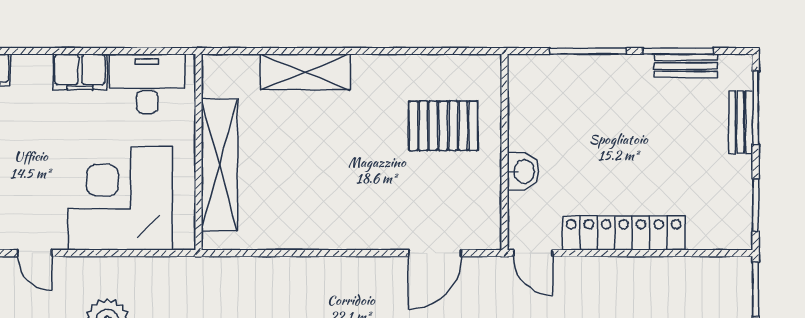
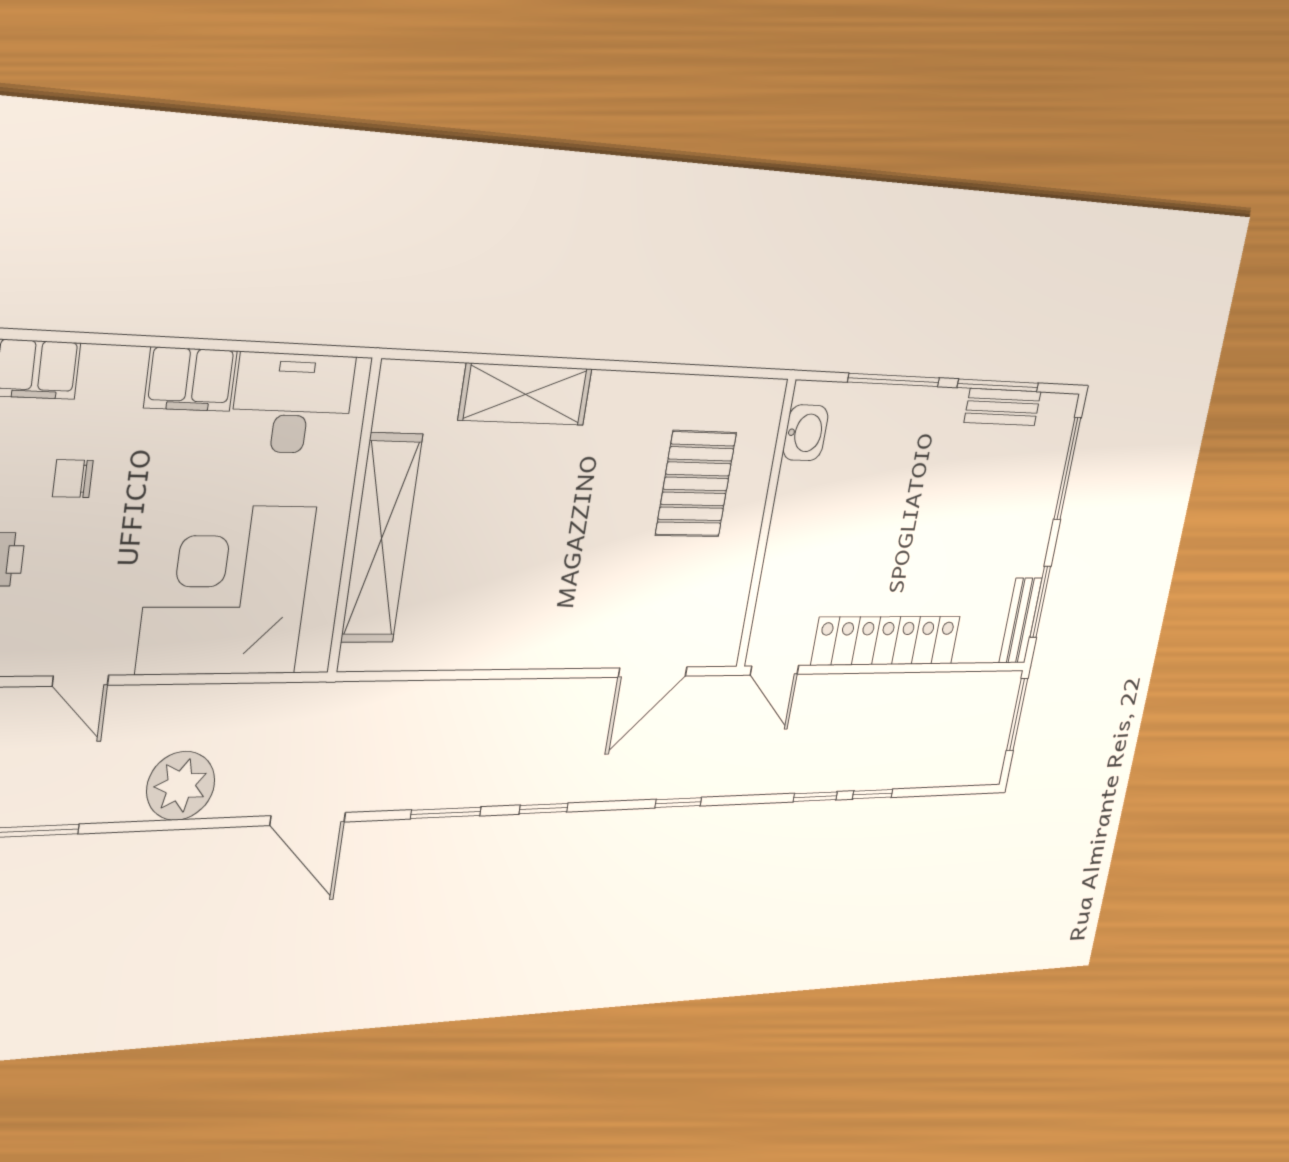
bench: (741, 122) -> (1020, 621), moved
pallet: (443, 126) -> (696, 484), turned 90
chair: (15, 132) -> (73, 479), added
washbasin: (523, 172) -> (805, 433), moved

